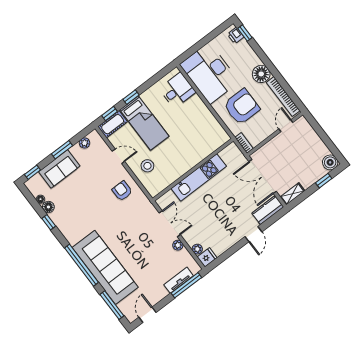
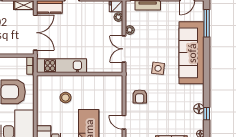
stool: (147, 166) -> (65, 98), moved
kitchen unit: (199, 177) -> (61, 66), moved
floor lamp: (48, 207) -> (199, 109), moved
side table: (125, 230) -> (158, 68), added
window: (82, 265) -> (207, 67), removed

